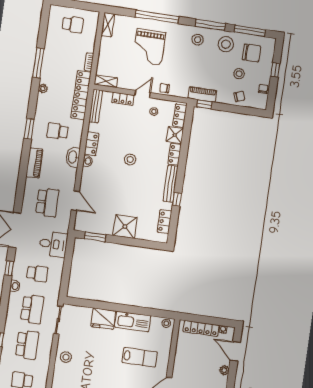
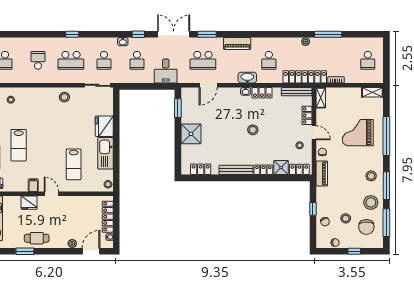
piano: (202, 94) -> (322, 174), moved
window: (204, 104) -> (313, 209), moved
window: (29, 129) -> (207, 34), moved
school desk: (57, 131) -> (269, 60), turned 180
window: (177, 199) -> (223, 178), removed
school desk: (32, 309) -> (104, 60), width x0.54

